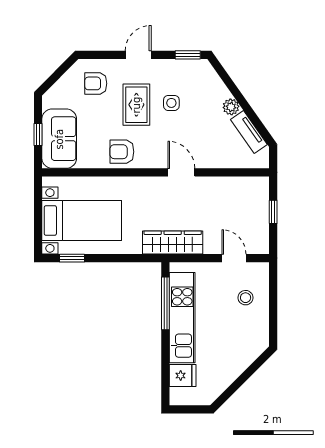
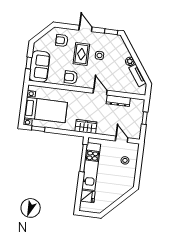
door: (138, 55) -> (86, 29), hinge flipped
dresser: (218, 185) -> (118, 101), added
wardrobe: (173, 242) -> (86, 127), width x0.67

